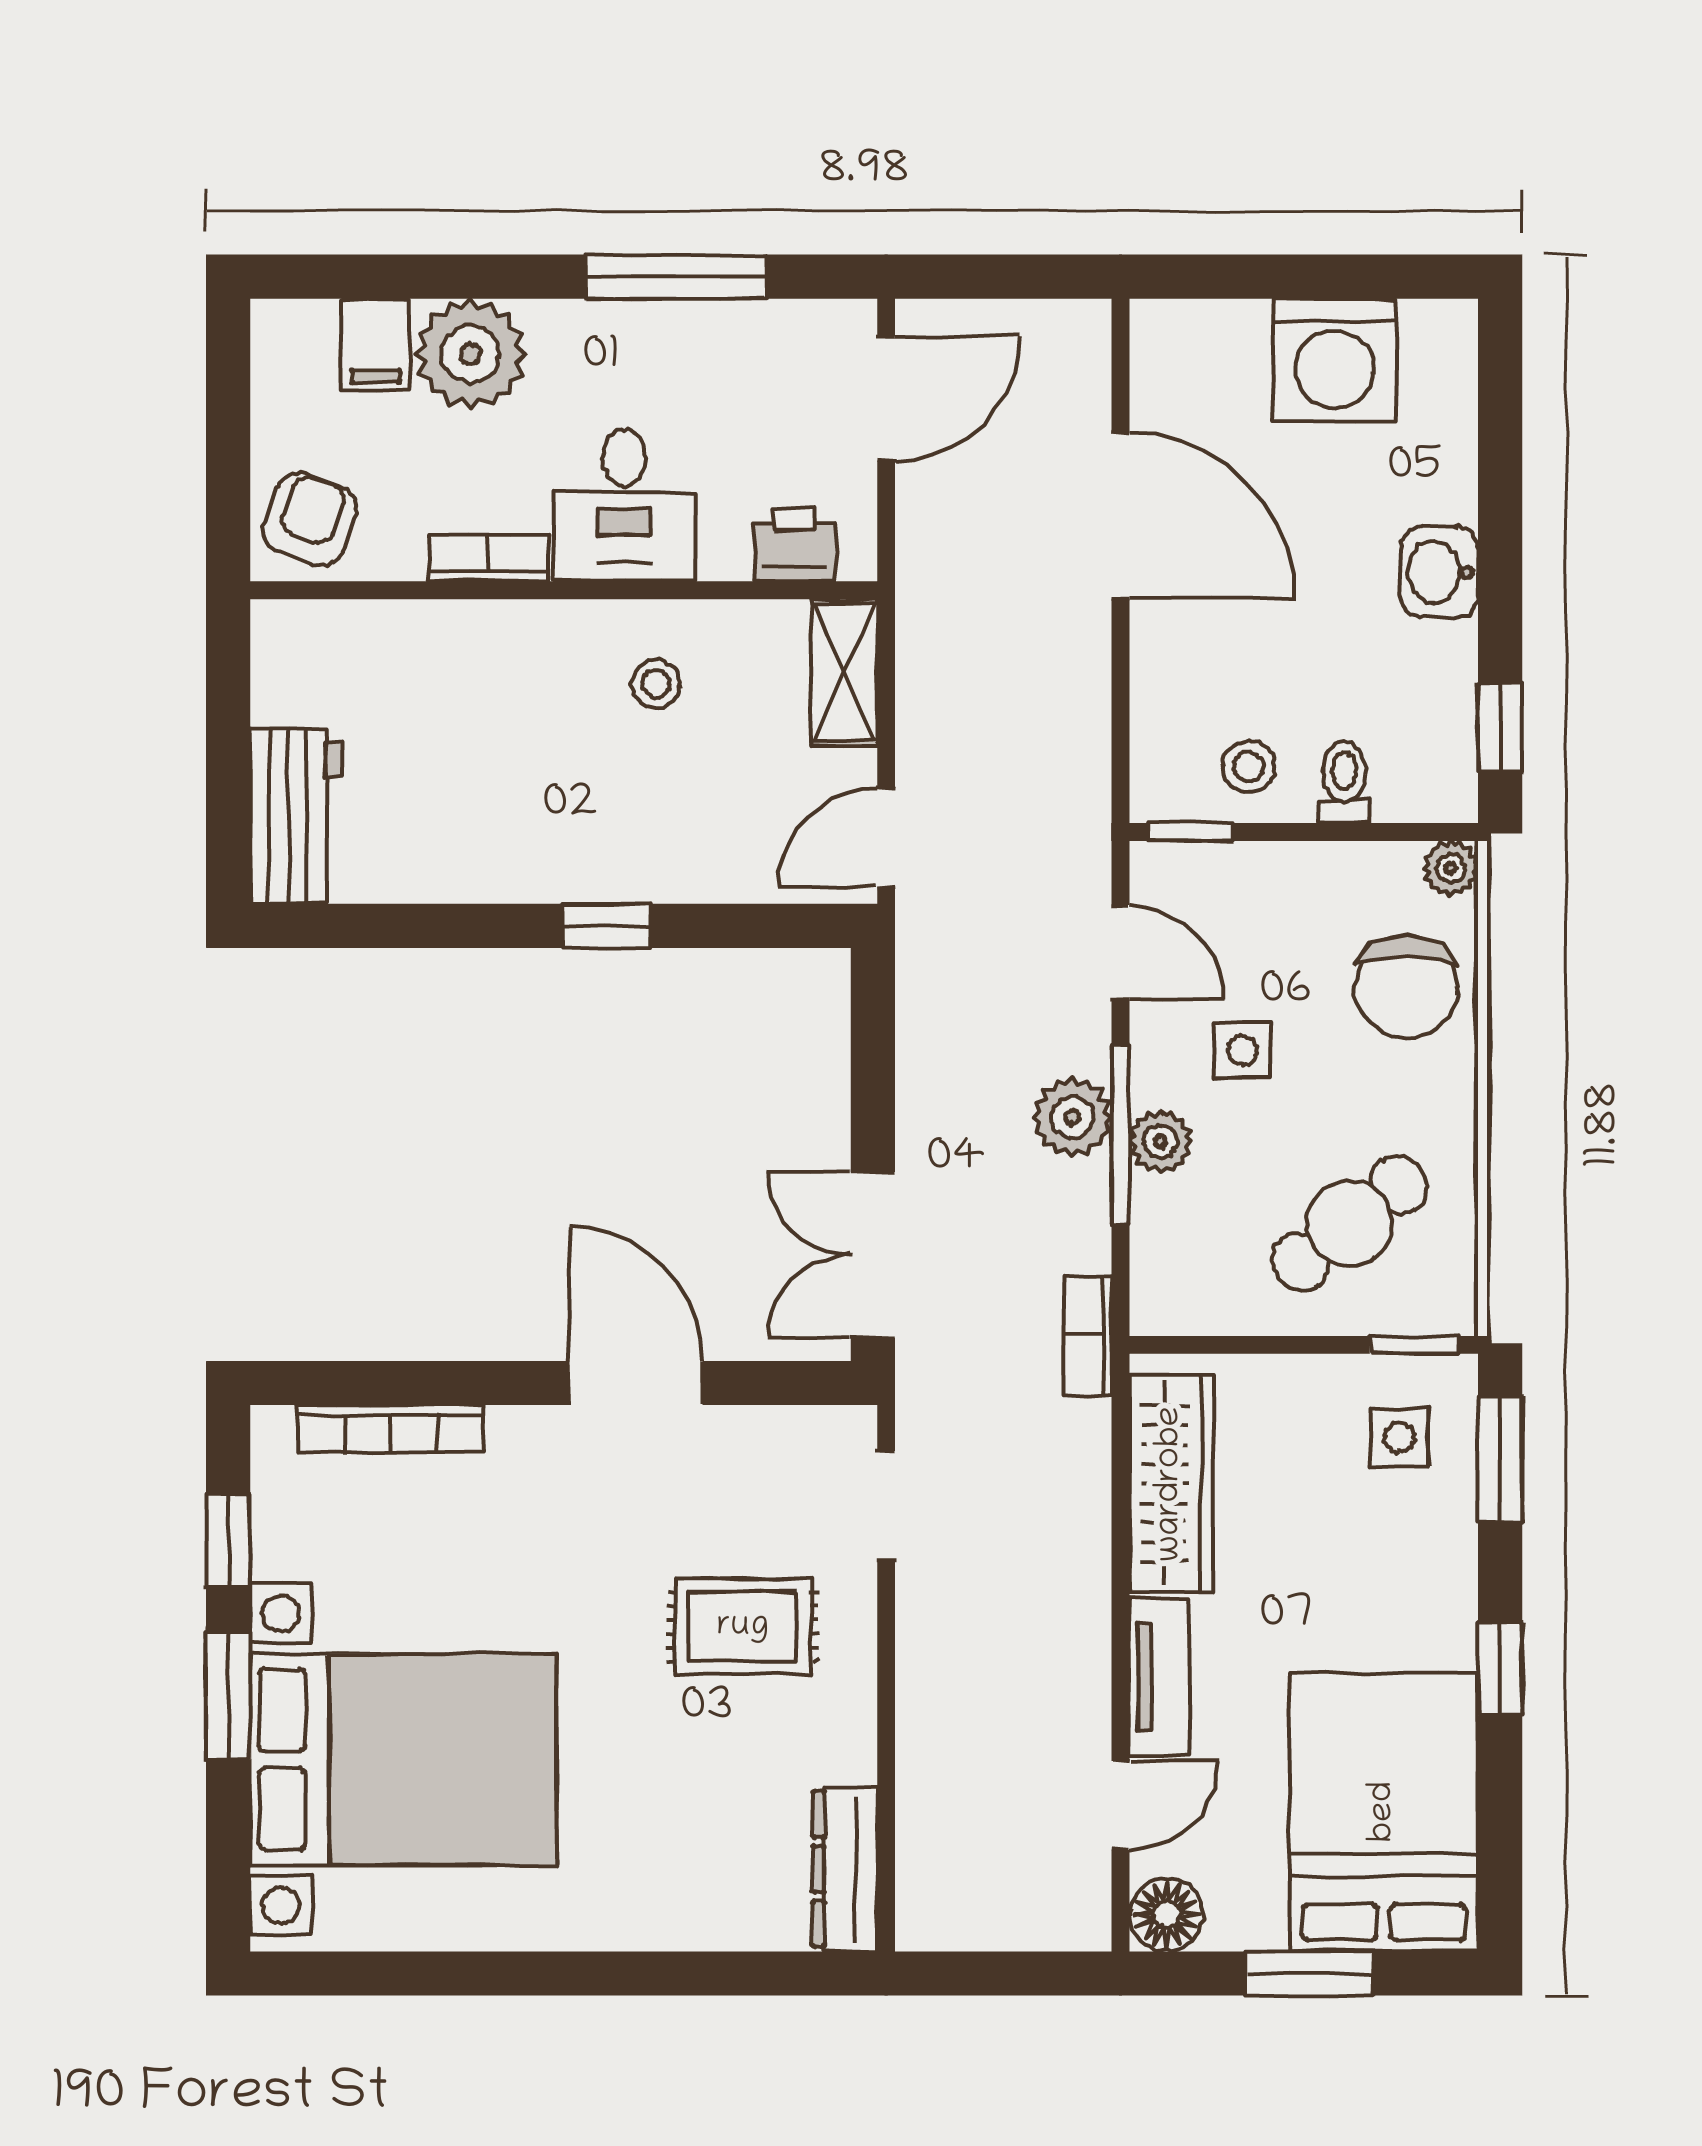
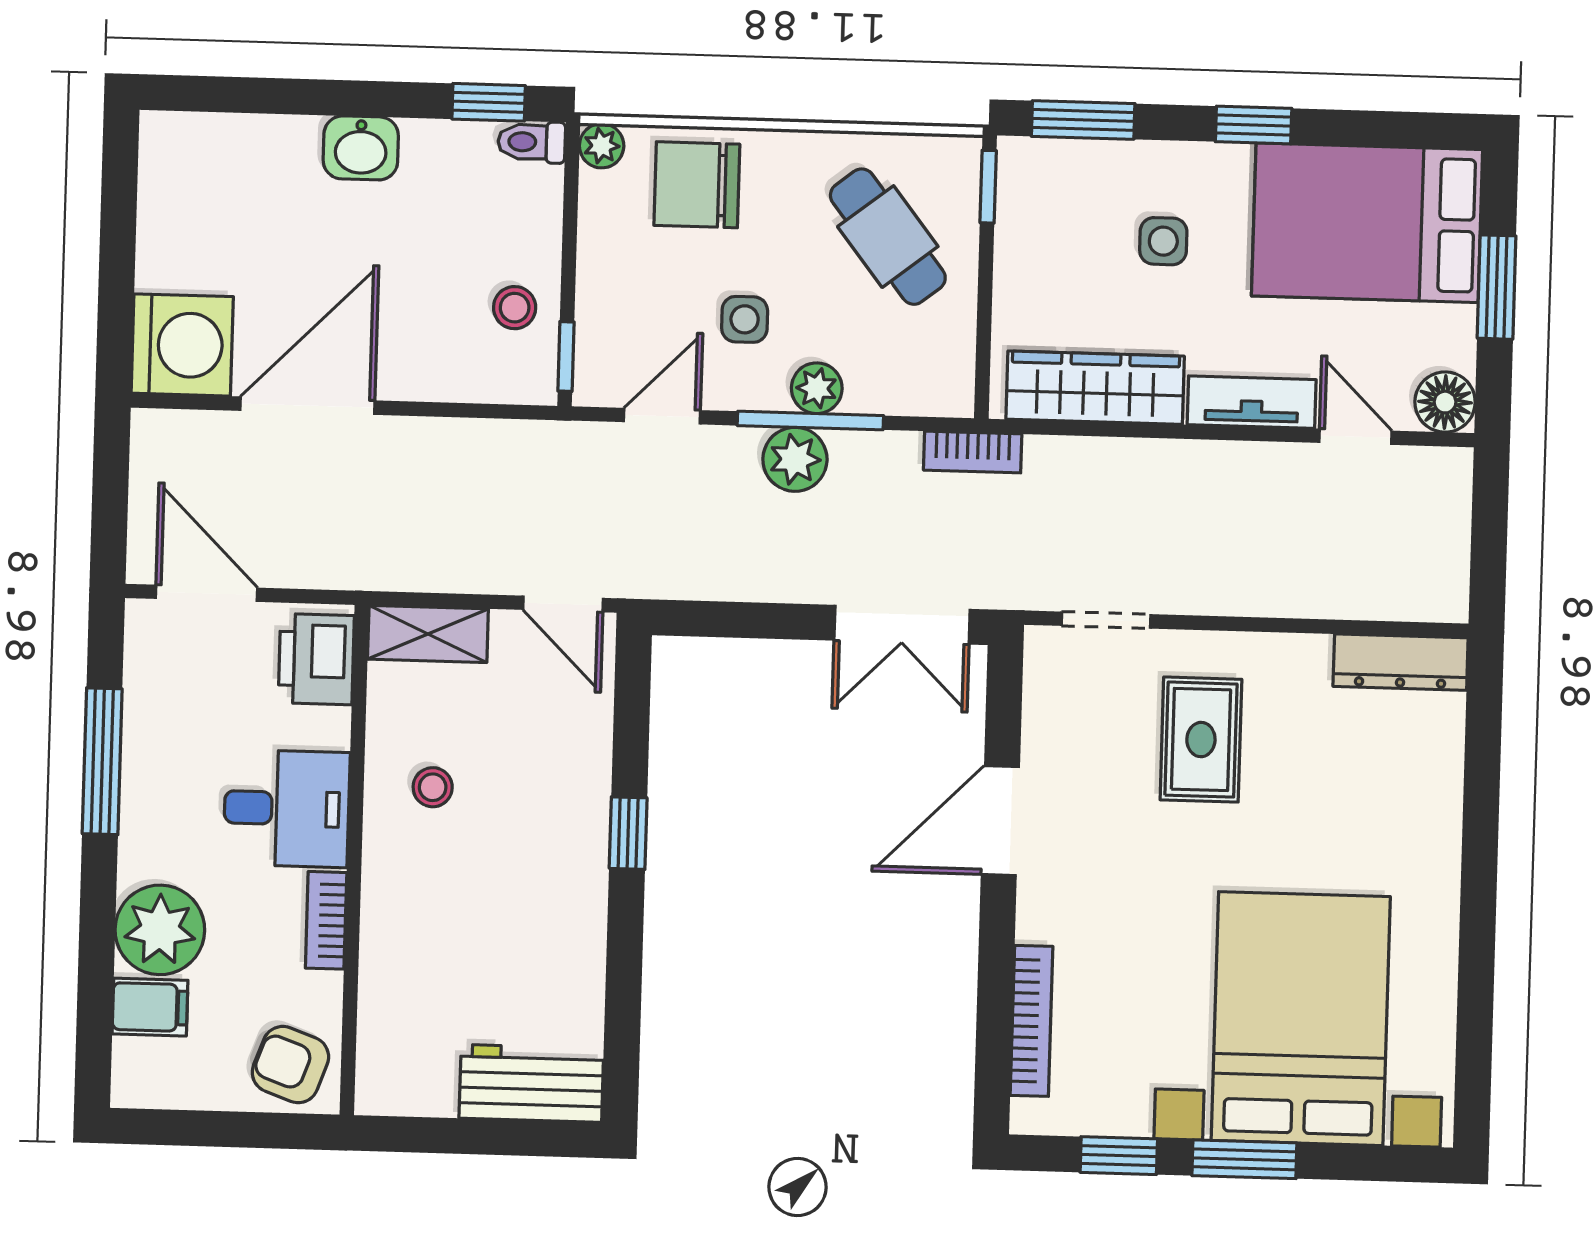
washing machine: (1335, 360) -> (182, 345), moved
printer: (794, 545) -> (316, 659), width x1.36, depth x1.24
toilet: (1344, 782) -> (532, 142), moved
chair: (1406, 987) -> (697, 185), turned 180
side table: (1399, 1437) -> (1163, 241), moved

